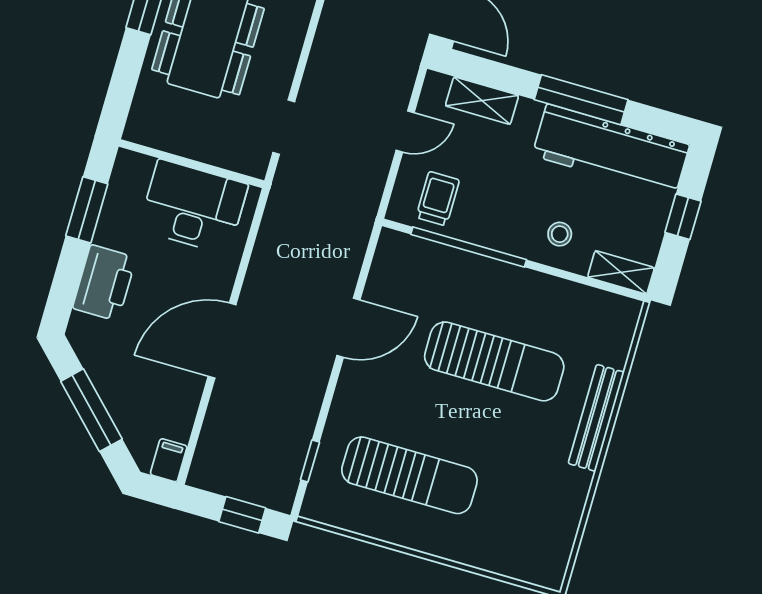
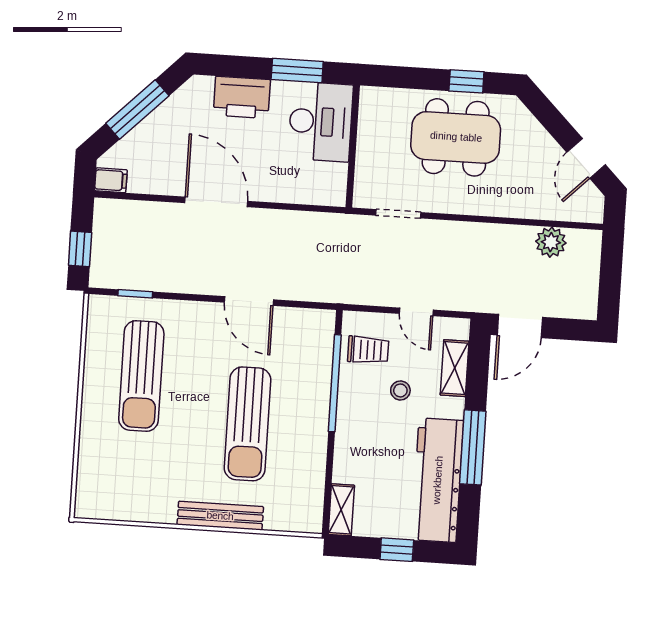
desk: (193, 207) -> (321, 122), moved
stool: (560, 234) -> (400, 390), moved

